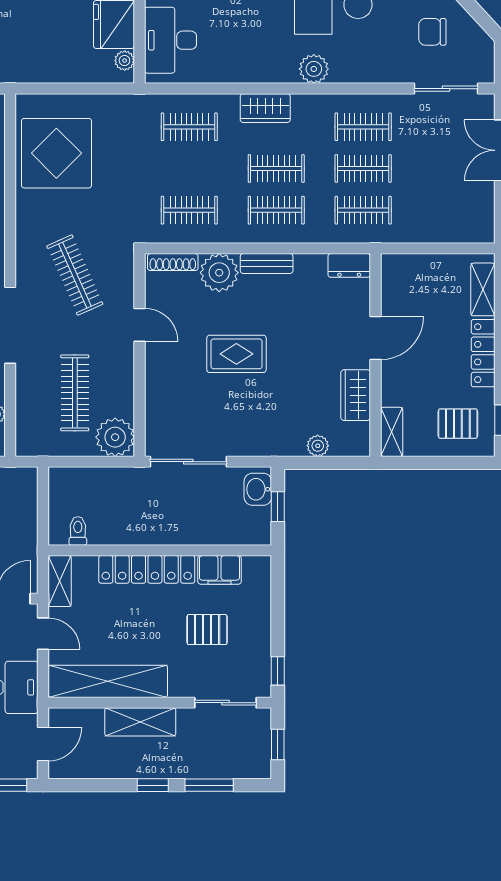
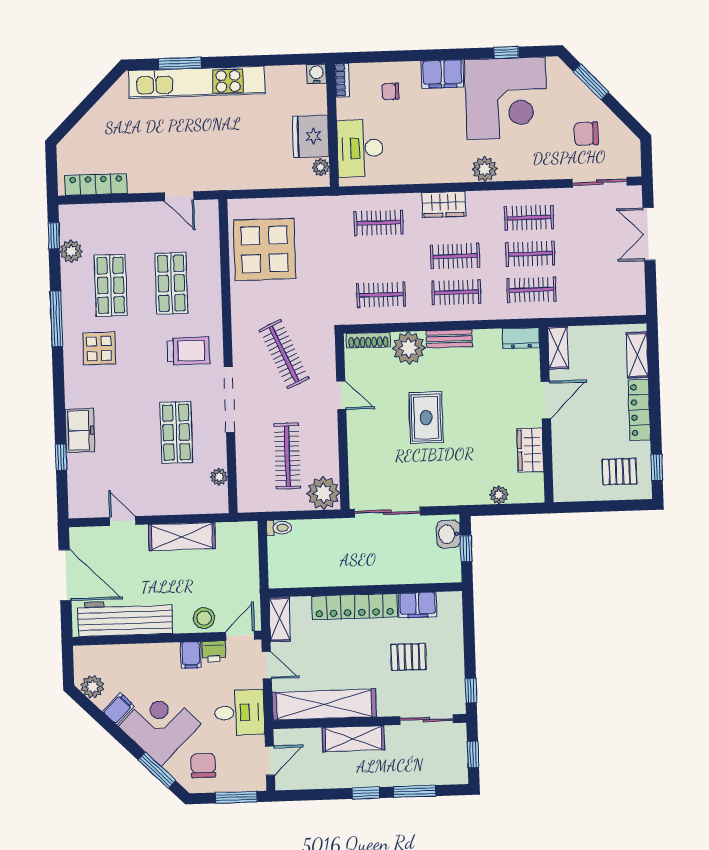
rug: (236, 354) -> (426, 418), turned 90
shelving: (392, 432) -> (558, 348), moved
toilet: (78, 531) -> (279, 528), moved, turned 90

